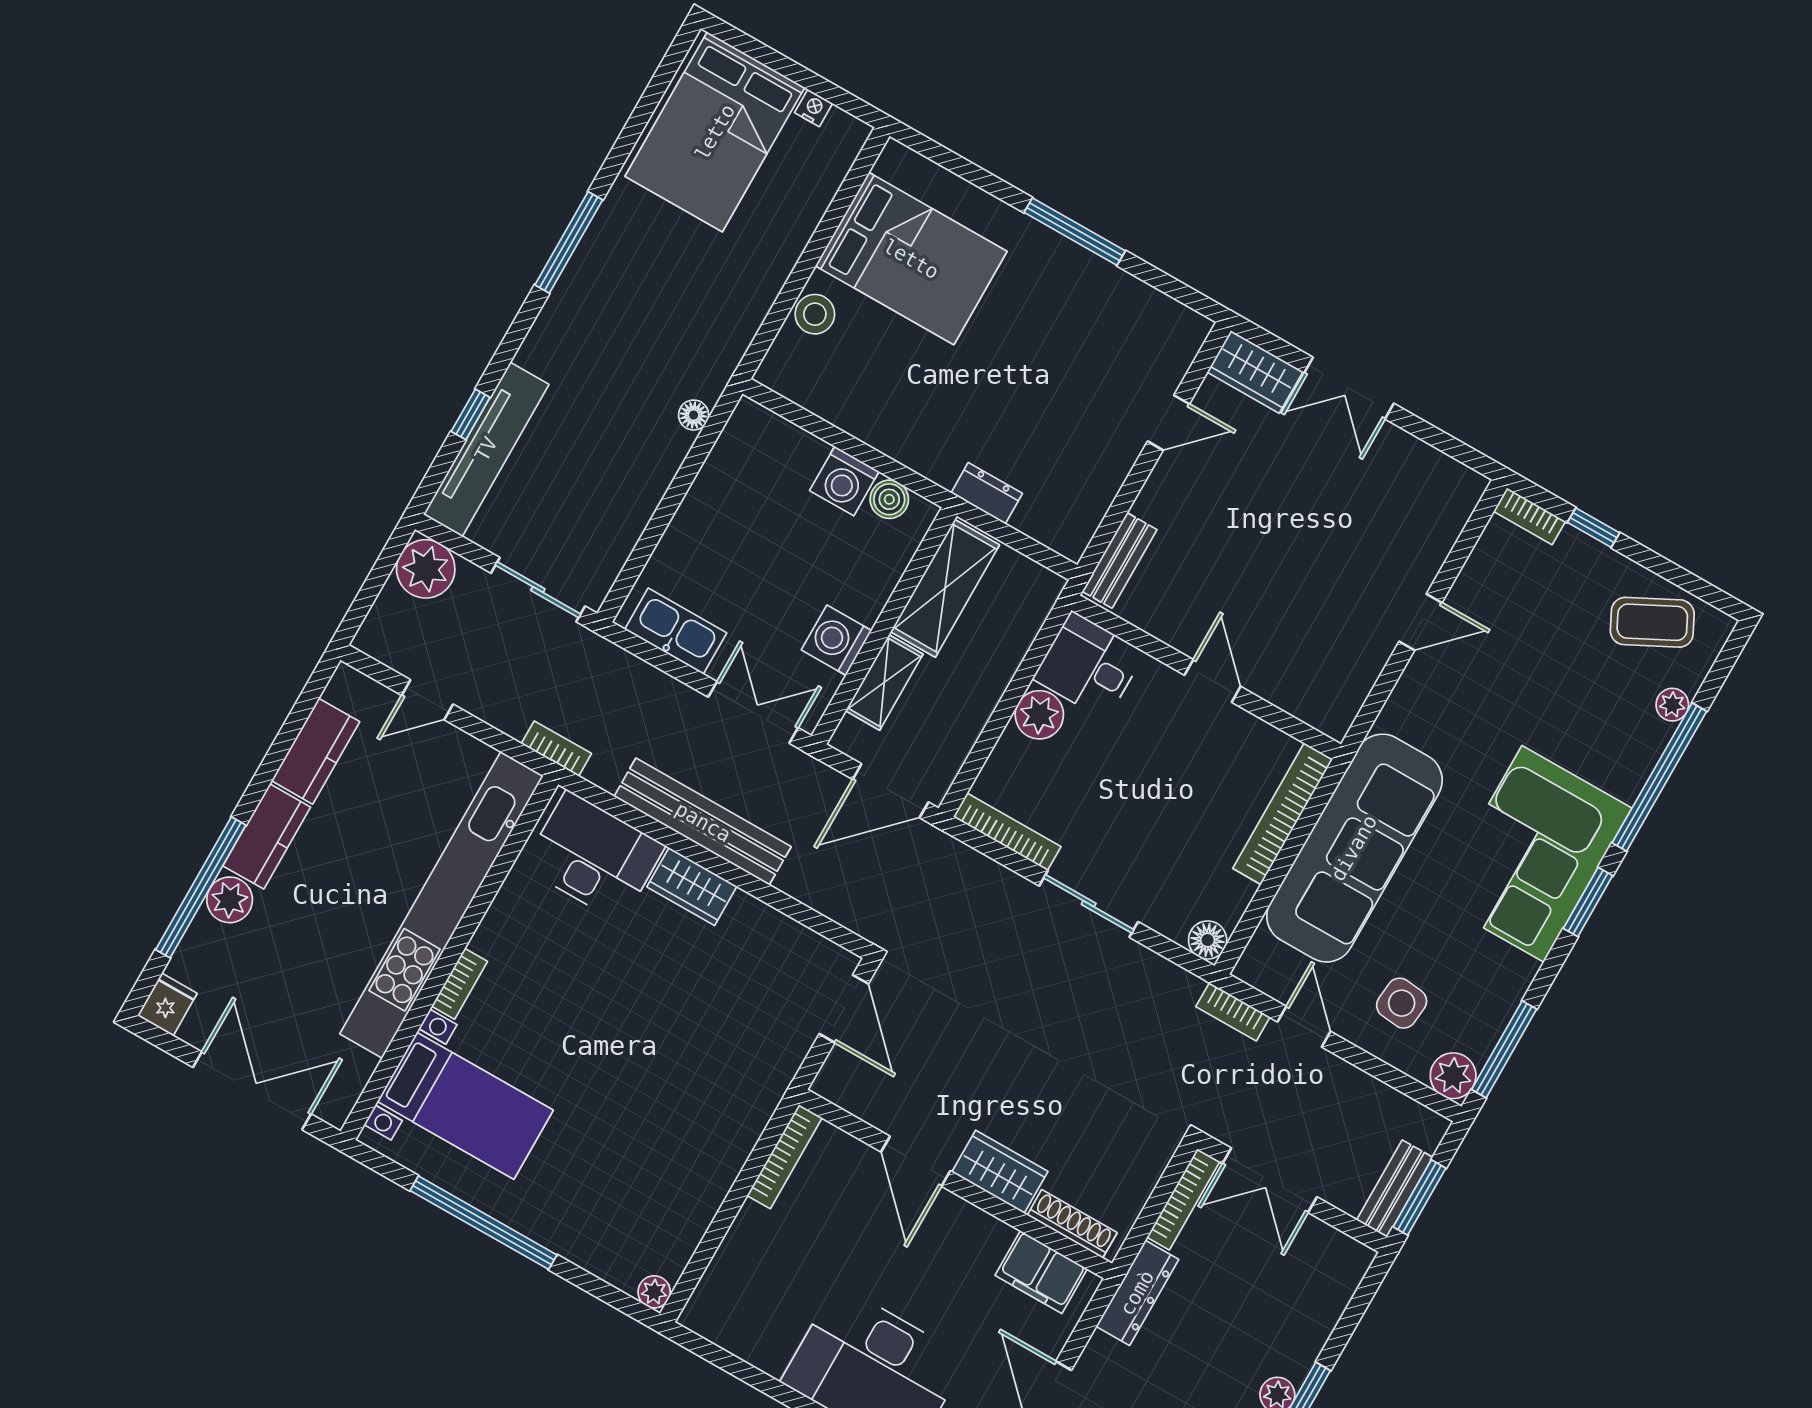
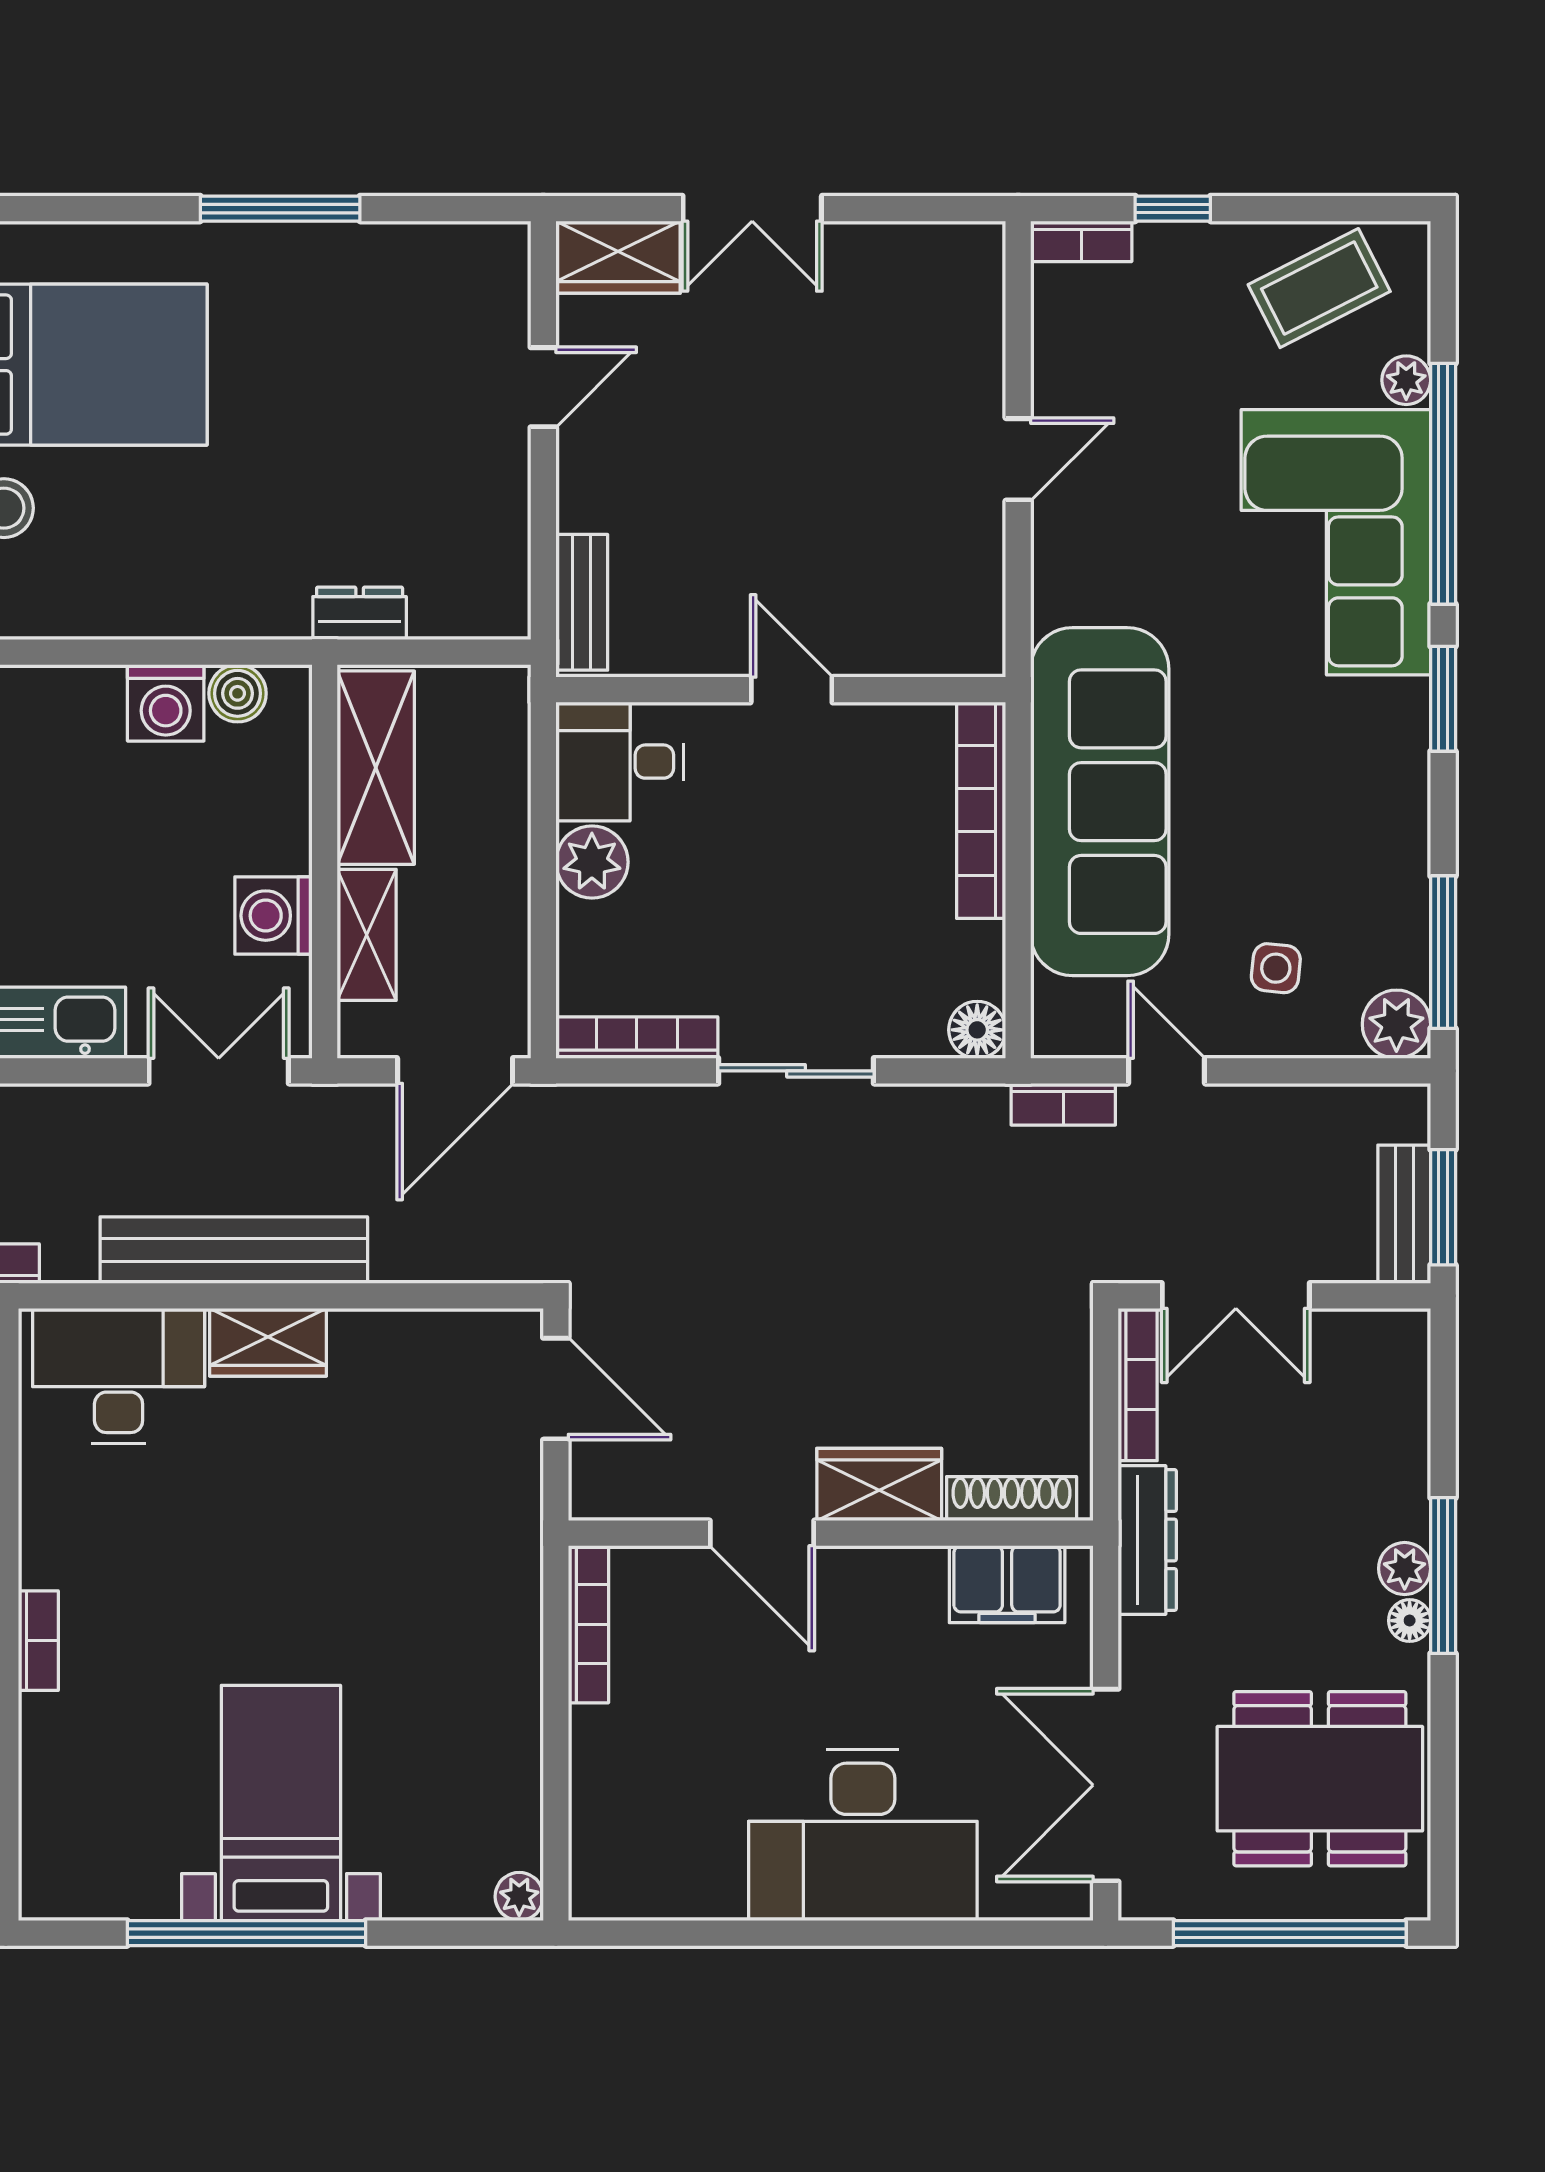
corner sofa: (1533, 854) -> (1336, 542), moved
side table: (1402, 1003) -> (1276, 968), width x0.73, depth x0.73
bed with nightstands: (465, 1106) -> (281, 1803), moved, turned -90

